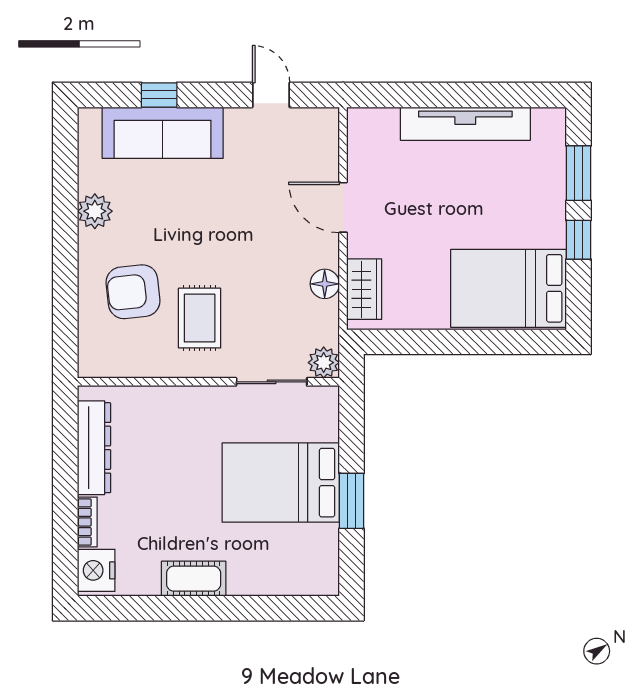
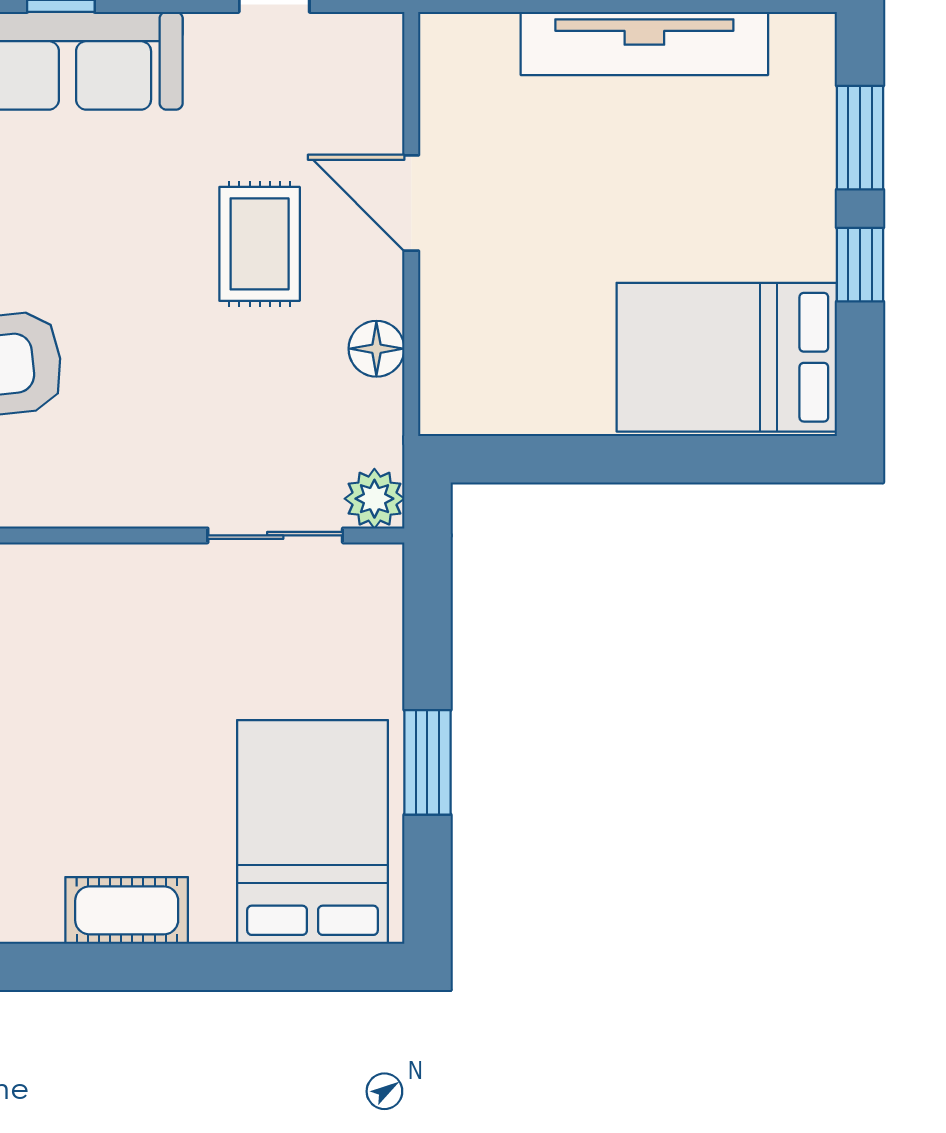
wardrobe: (364, 289) -> (452, 359), removed
rug: (200, 318) -> (260, 244), moved
bed: (281, 483) -> (313, 832), moved, turned 90

